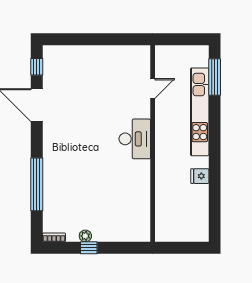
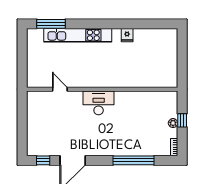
door: (153, 89) -> (60, 89), moved
desk: (135, 139) -> (99, 103), moved
wall: (153, 144) -> (102, 89), moved

